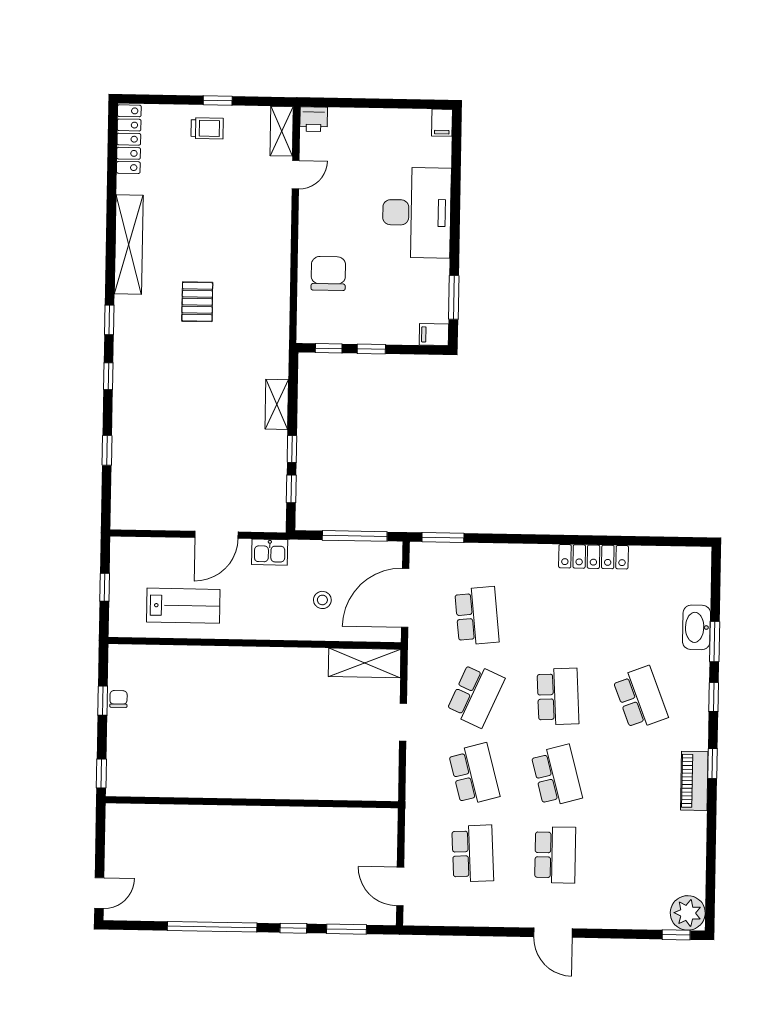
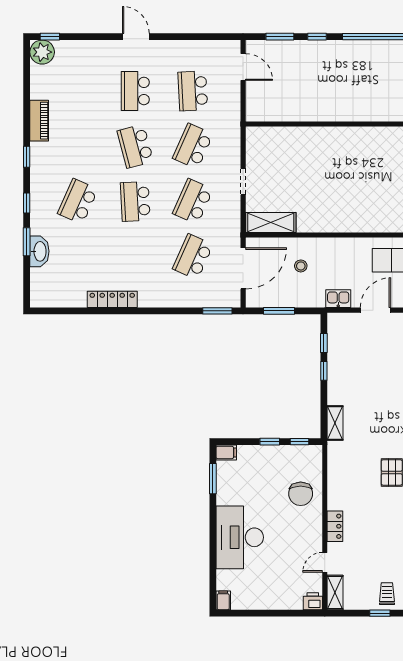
trolley: (207, 128) -> (387, 594), turned 90
locker: (280, 226) -> (335, 526), added
shelving: (277, 404) -> (335, 423), moved
window: (355, 536) -> (279, 311), width x0.69
school desk: (477, 616) -> (193, 257), turned 30
school desk: (640, 698) -> (78, 201), turned 45
school desk: (474, 774) -> (193, 146), turned 39
piano: (694, 781) -> (39, 121), moved

